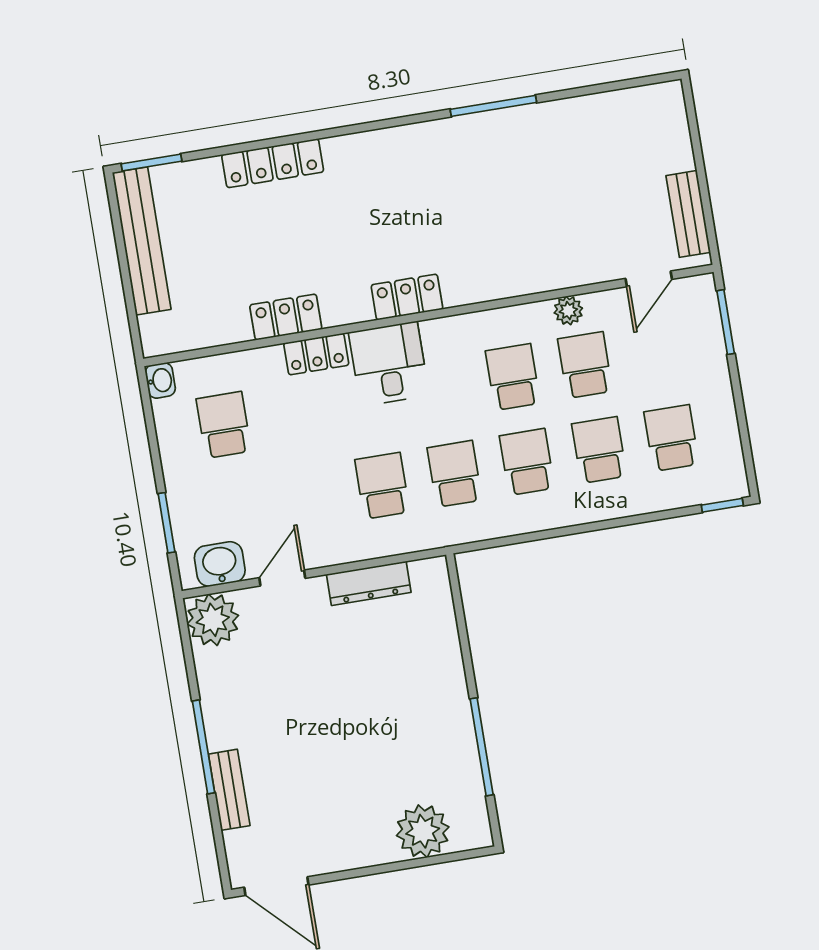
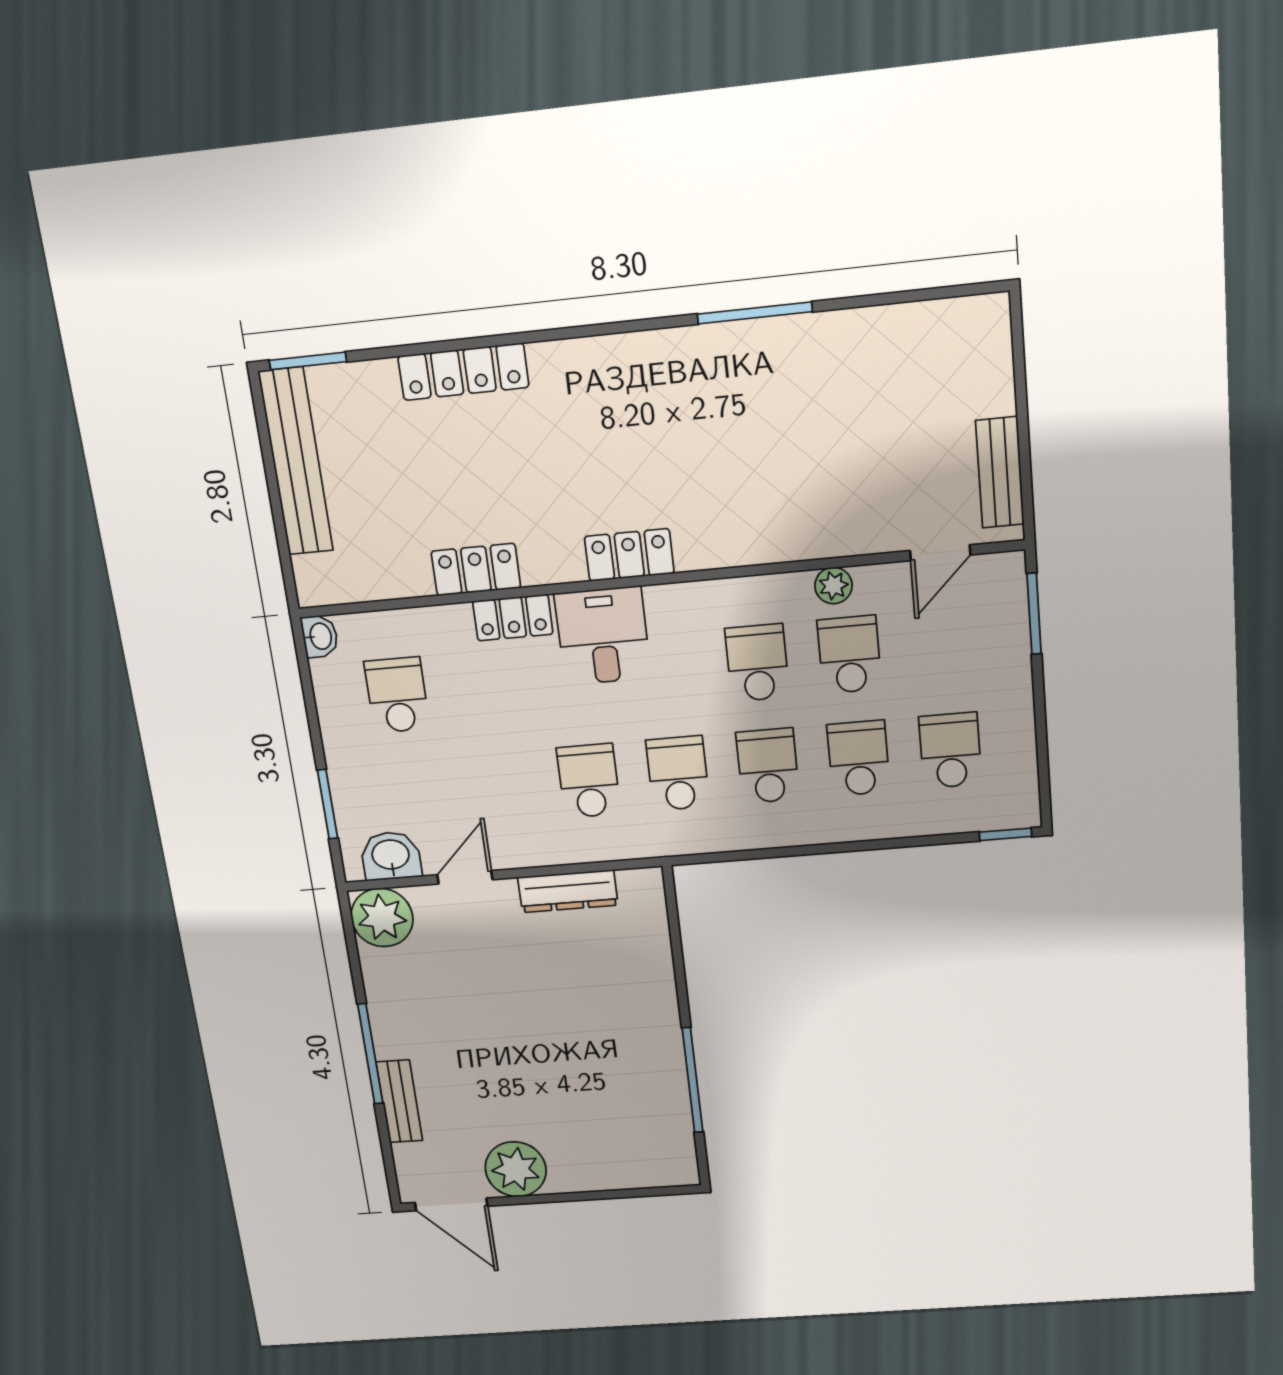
plant: (423, 831) -> (516, 1169), moved

